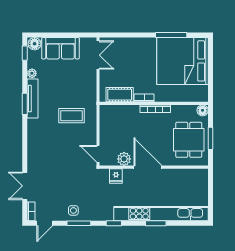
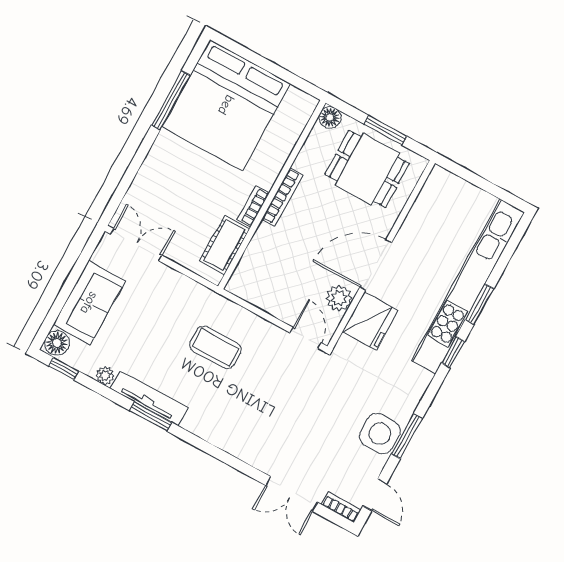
coffee table: (72, 116) -> (215, 347), turned 90
door: (98, 154) -> (306, 338), swing flipped
fridge: (116, 176) -> (370, 321), width x1.88, depth x1.34
side table: (73, 210) -> (380, 434), width x1.87, depth x1.87
window: (114, 223) -> (453, 352), moved

